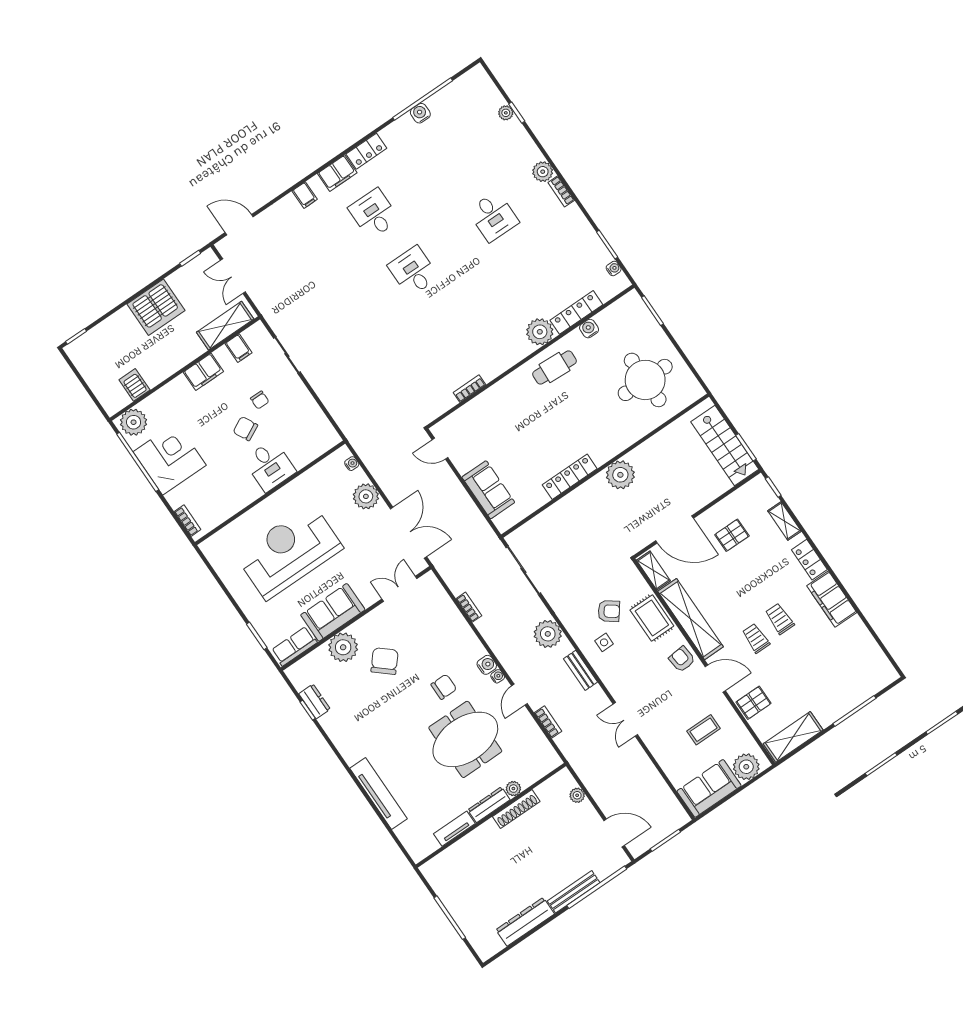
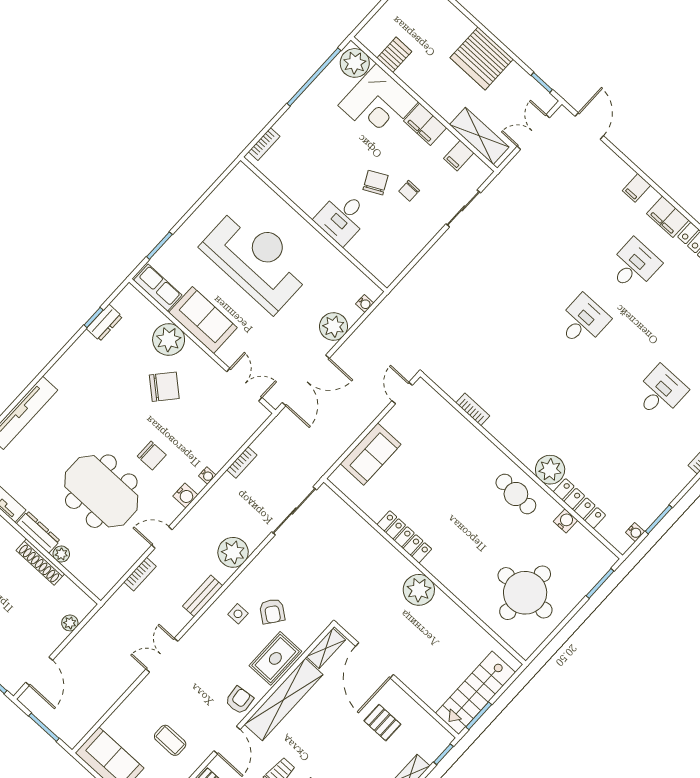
desk: (493, 216) -> (660, 392), turned 180
corner desk: (170, 458) -> (378, 104), moved, turned 90
water cooler: (498, 676) -> (207, 476), moved

